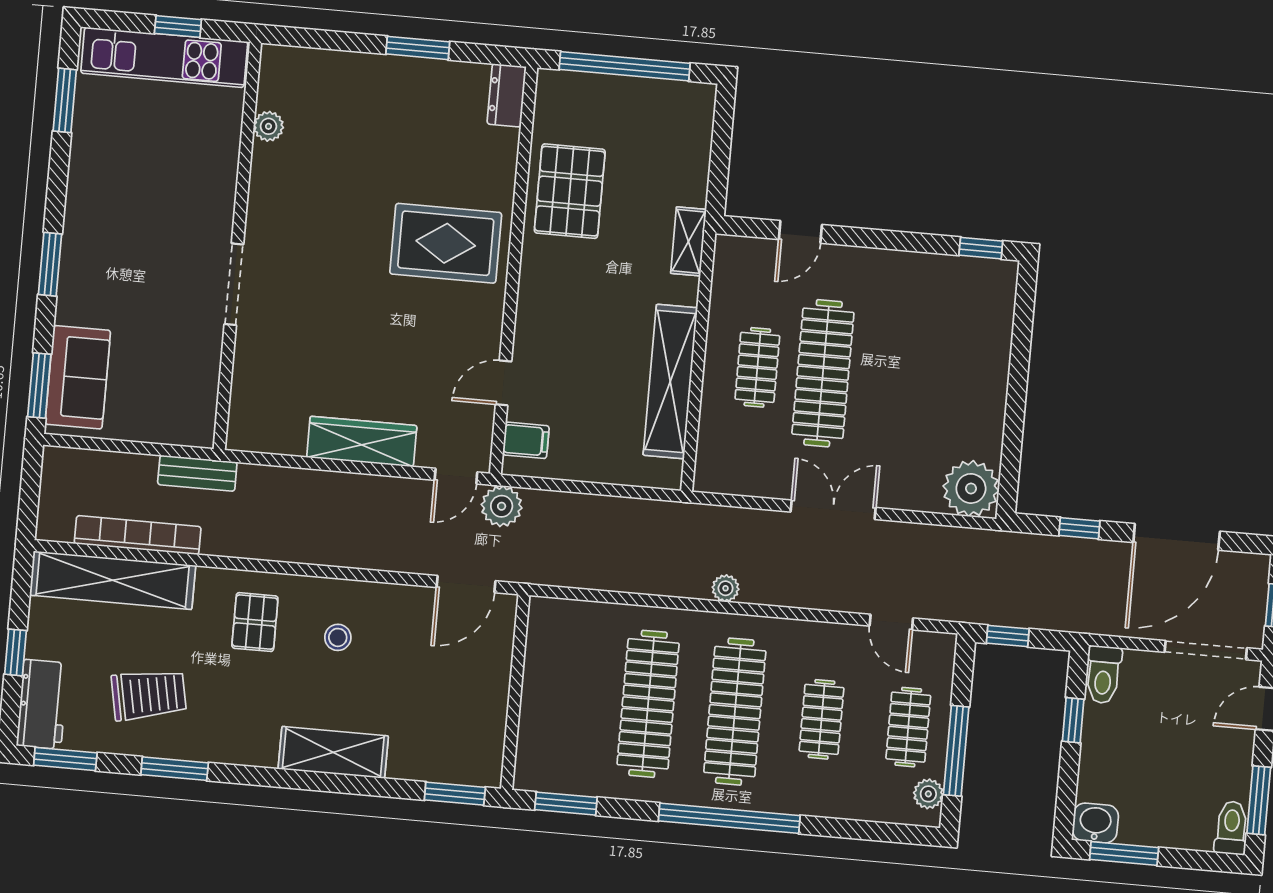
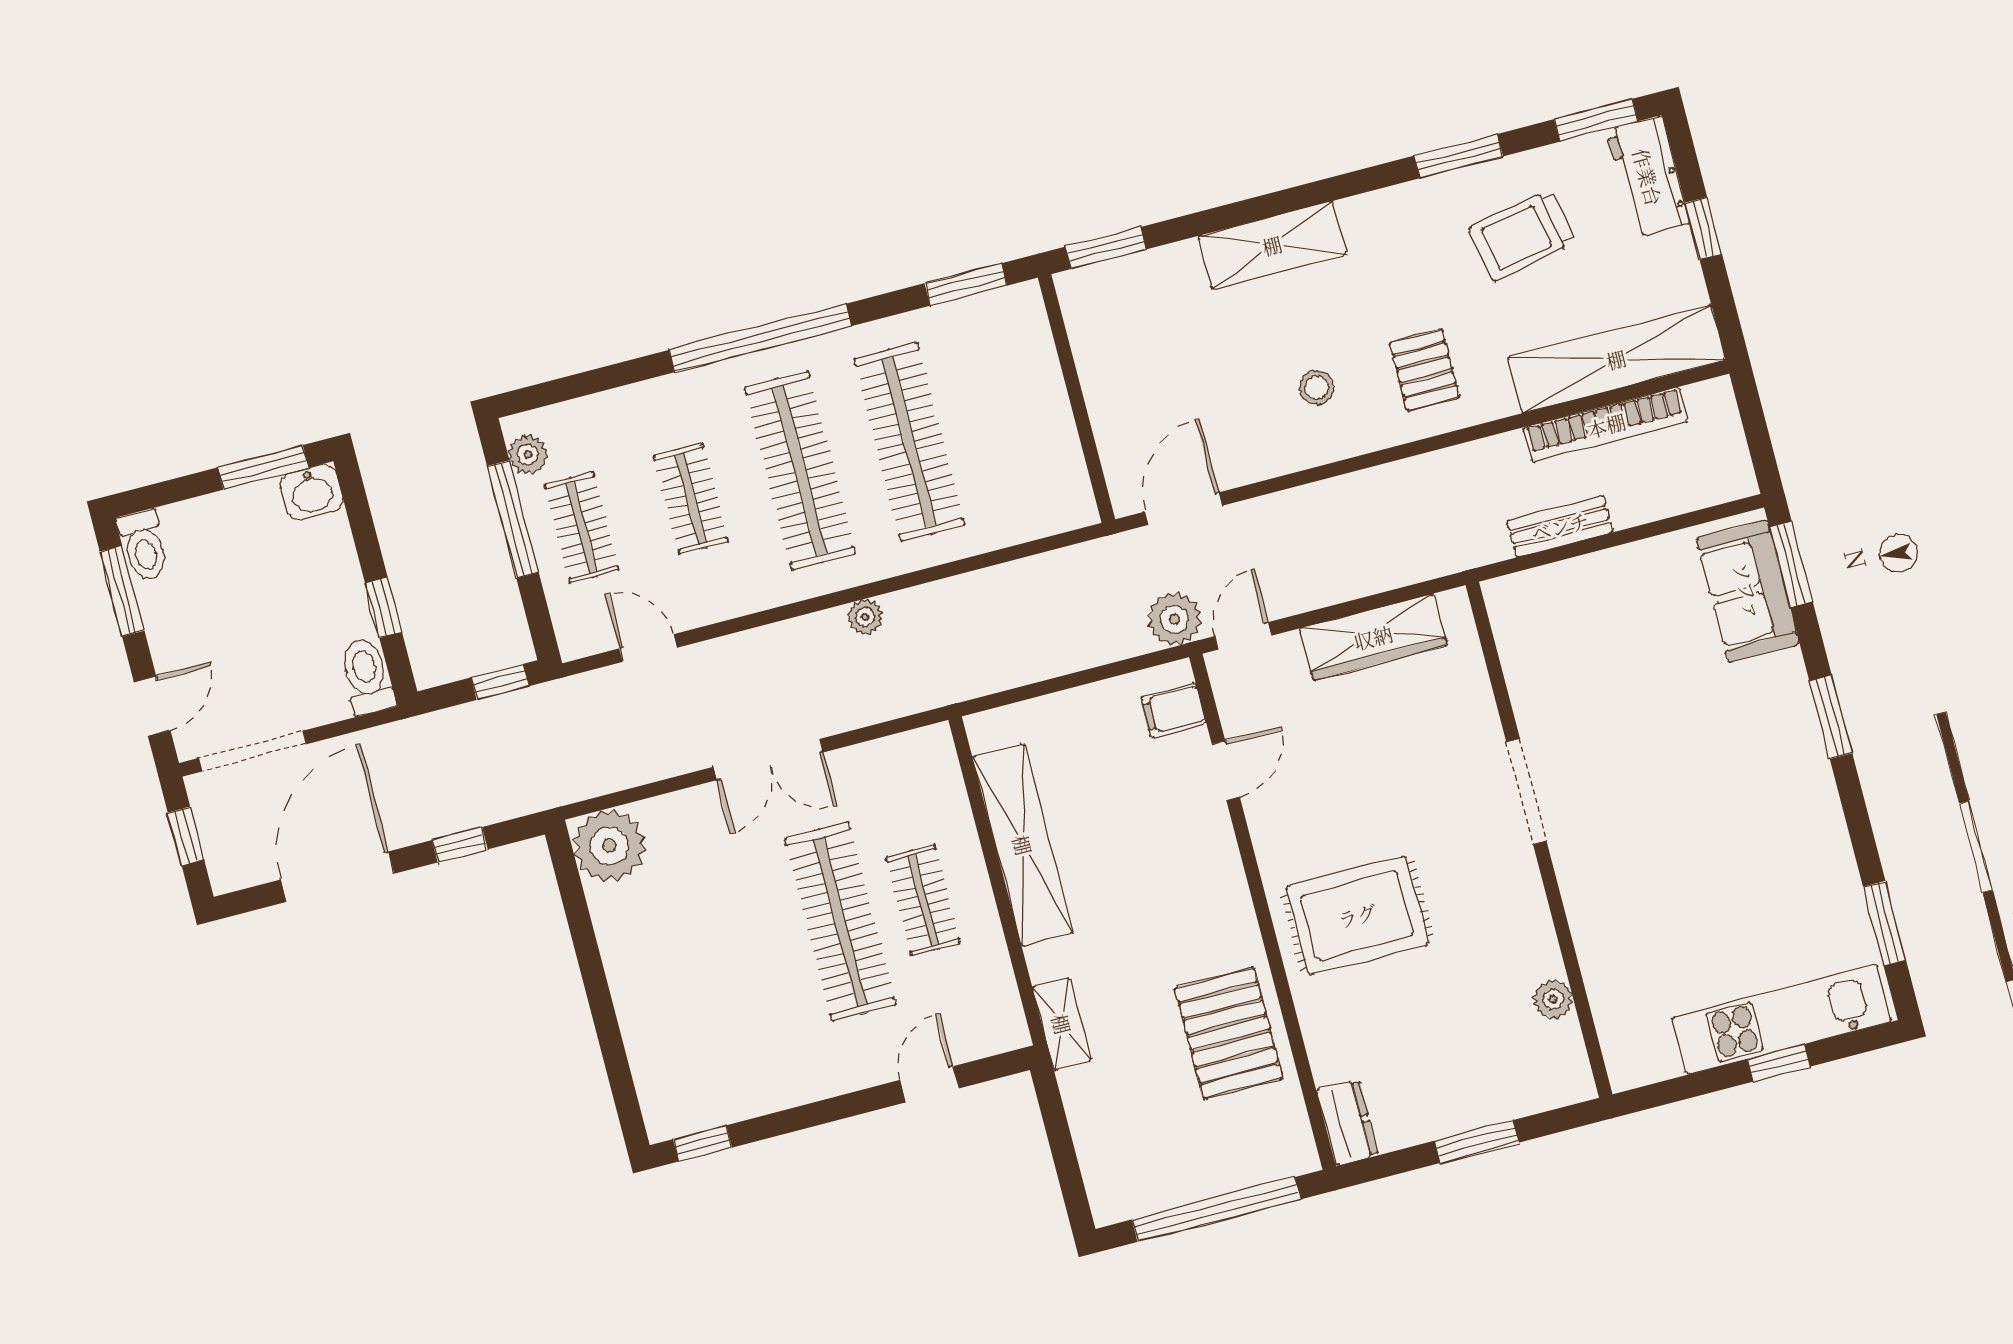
plant: (269, 126) -> (1553, 999), moved
wall: (237, 246) -> (1539, 840), moved
doorway: (234, 284) -> (1526, 792), moved

